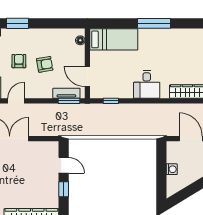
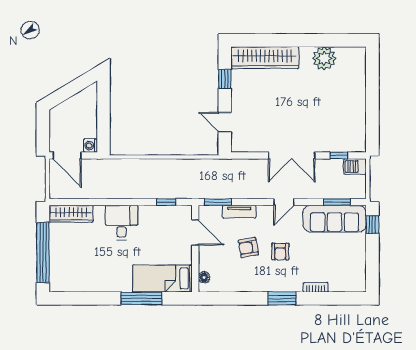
window: (154, 23) -> (141, 298), moved
tv unit: (66, 93) -> (239, 212), moved
washing machine: (172, 169) -> (91, 146), moved
window: (64, 189) -> (225, 79), moved

